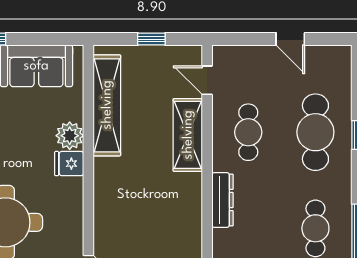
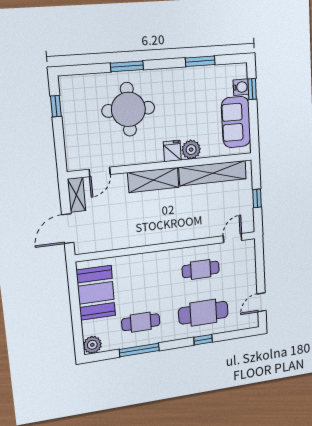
door: (290, 39) -> (261, 302), moved
shelving: (188, 135) -> (153, 180), moved
dresser: (222, 200) -> (155, 259), removed

